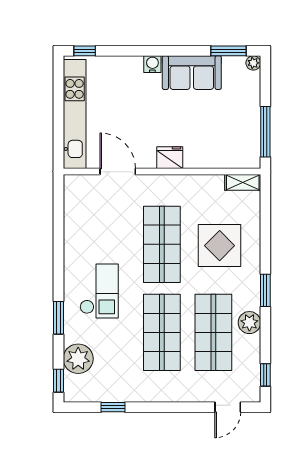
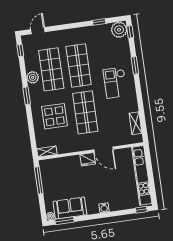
sofa: (192, 73) -> (70, 208), moved
door: (118, 172) -> (103, 149), moved
shelving: (72, 211) -> (135, 123), added
plant: (78, 359) -> (119, 30), moved

